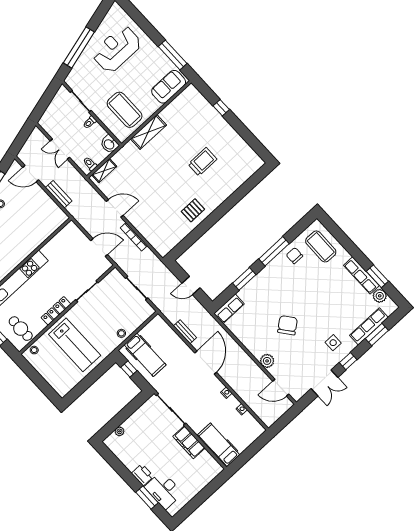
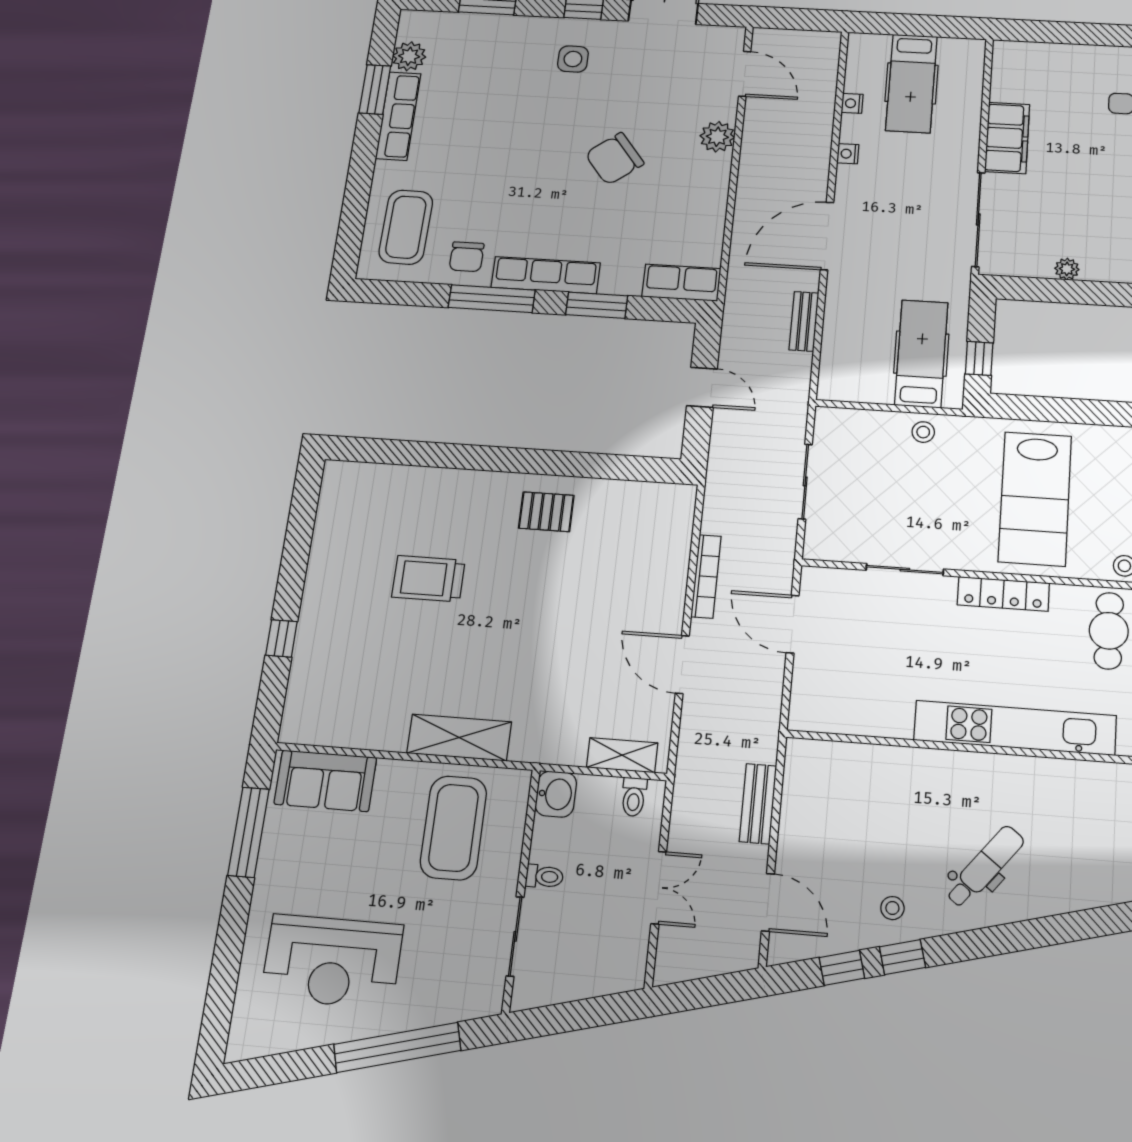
row of seats: (369, 326) -> (546, 275), moved, turned 180
lab bench: (75, 345) -> (1035, 499), turned 180
plant: (120, 431) -> (1067, 269), moved
hospital bed: (219, 445) -> (911, 83), moved

